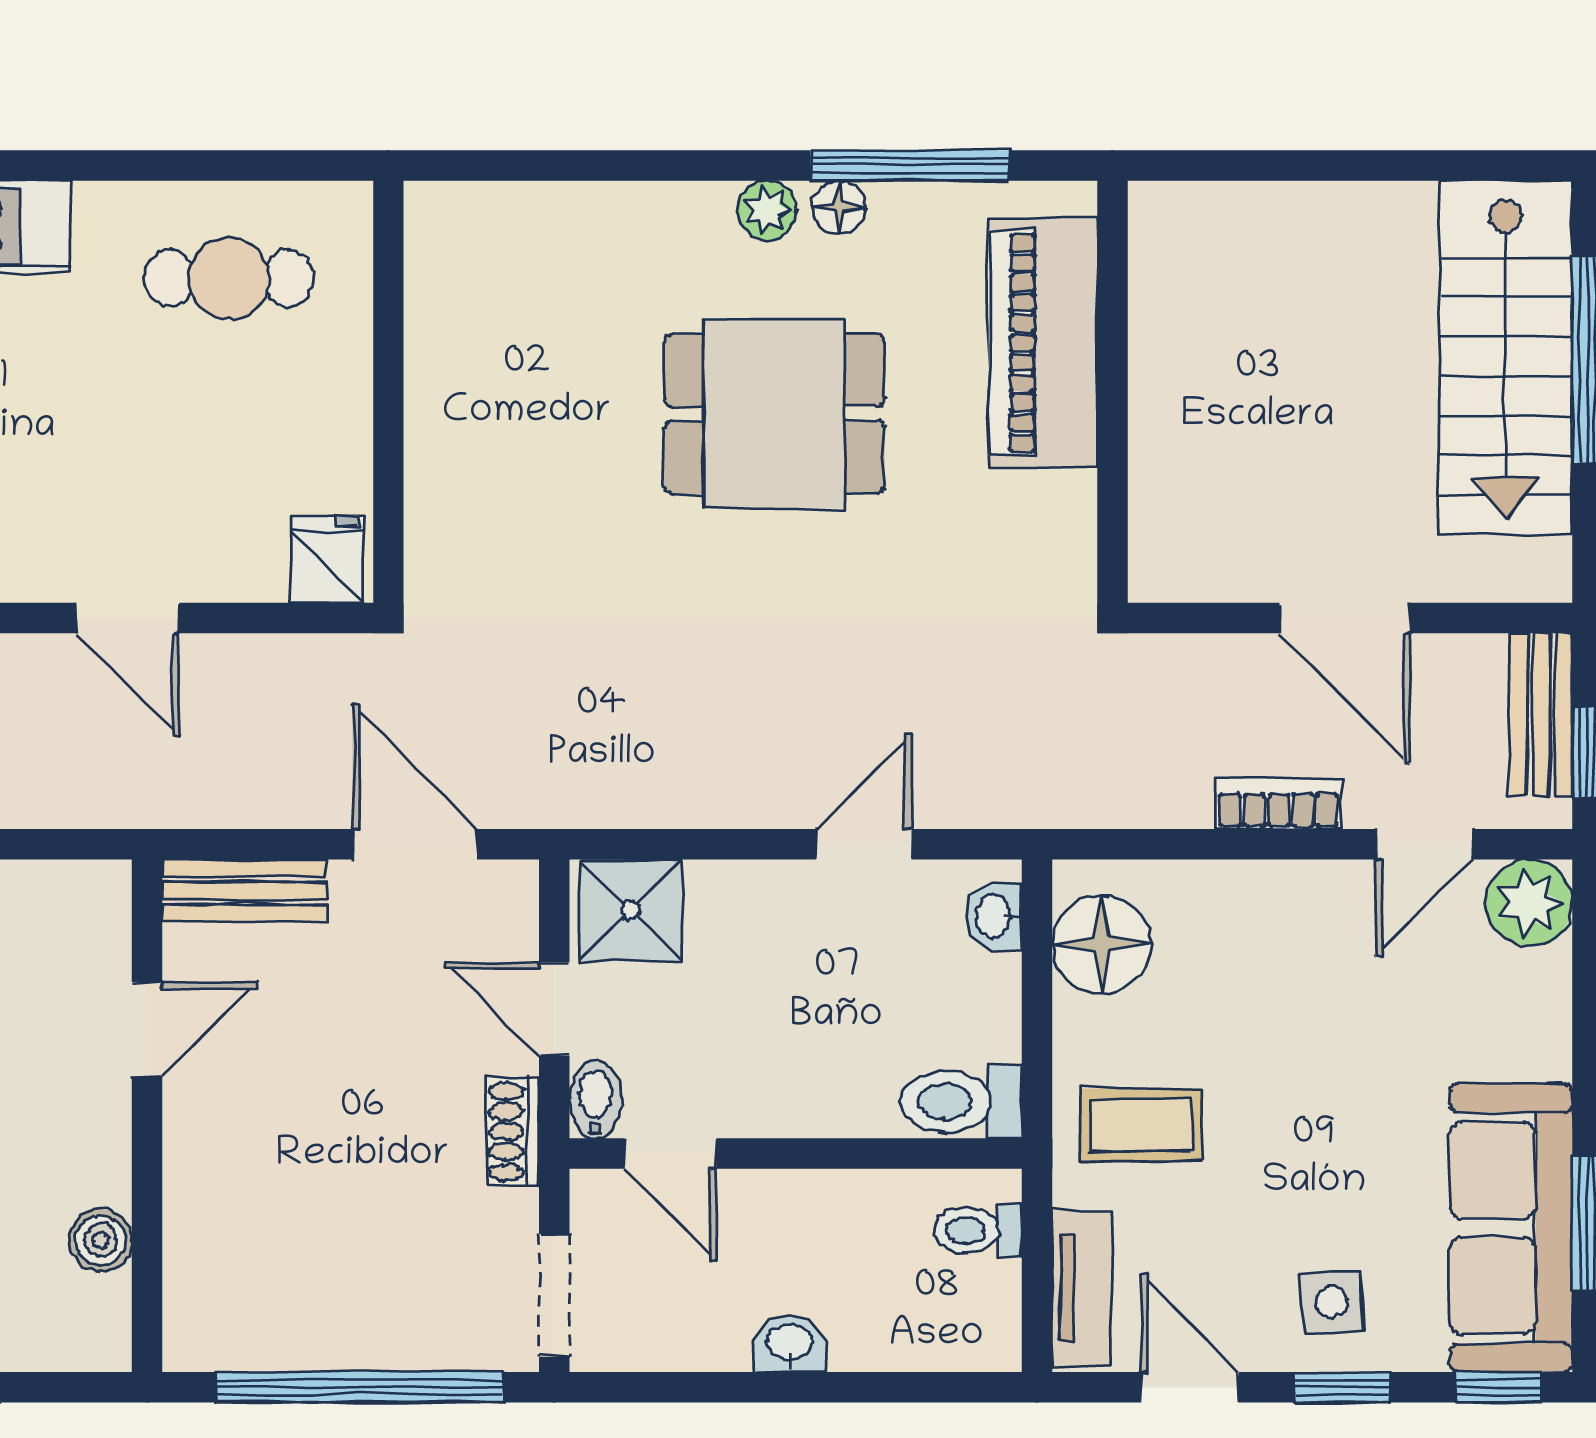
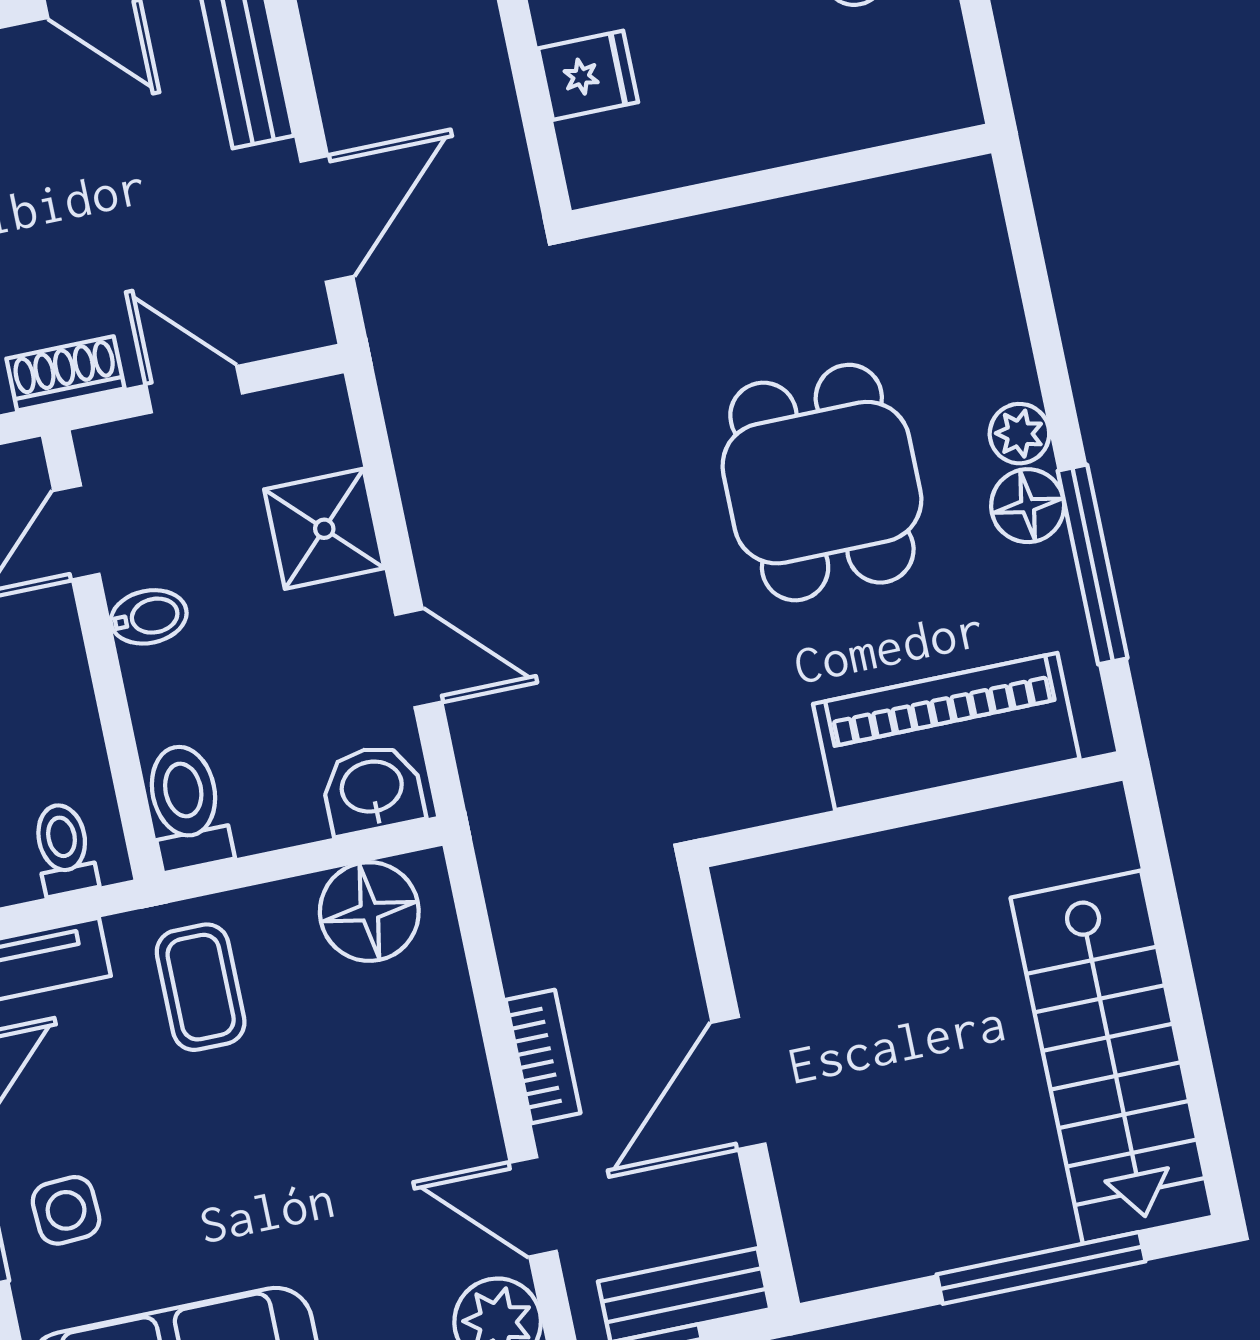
floor lamp: (839, 207) -> (1028, 506), width x1.37, depth x1.37
stairs: (1506, 357) -> (1112, 1057), moved, turned -90
wall: (388, 392) -> (781, 182), moved
shower: (631, 910) -> (324, 529), moved
washbasin: (994, 916) -> (372, 789), width x1.38, depth x1.45
door: (554, 1009) -> (194, 389), hinge flipped
bidet: (595, 1100) -> (149, 617), moved

